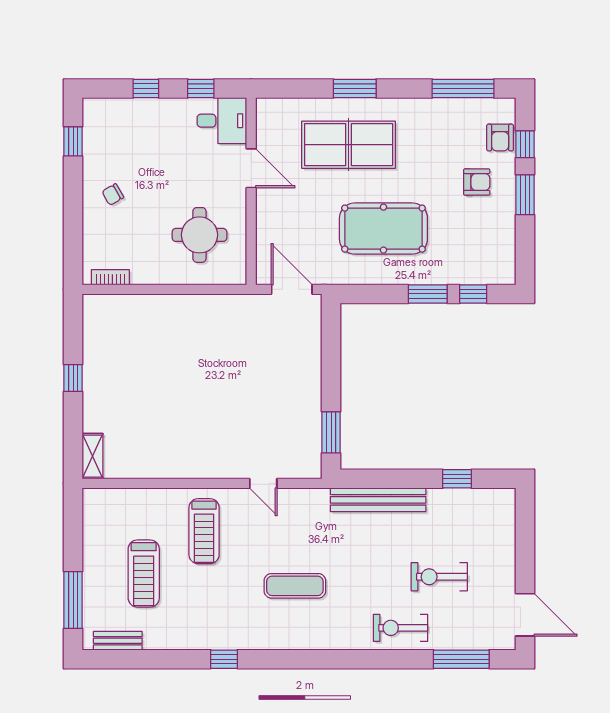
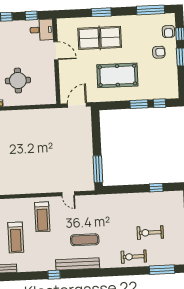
round table: (199, 235) -> (18, 81), moved
door: (292, 289) -> (77, 105), hinge flipped
window: (331, 432) -> (98, 169), width x1.44
bench: (378, 500) -> (78, 264), moved

